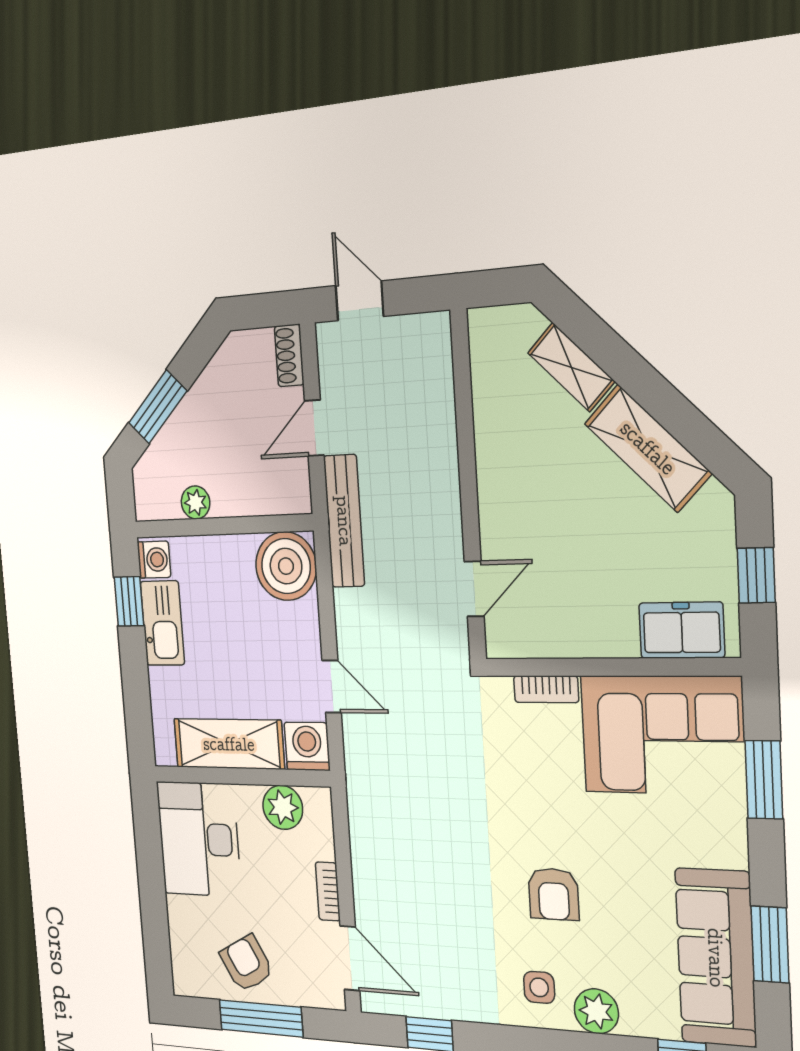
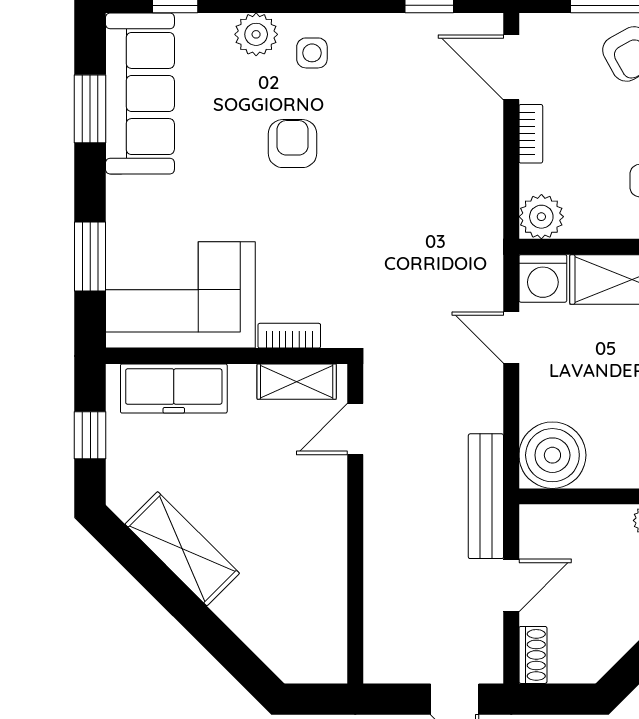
shelving: (571, 367) -> (297, 382), moved, turned -45
freezer: (682, 630) -> (174, 389), width x1.40
plant: (283, 807) -> (541, 217), moved

